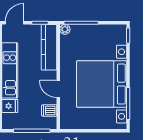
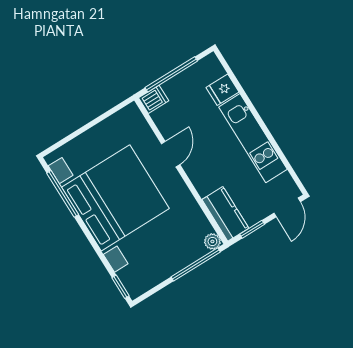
kitchen counter: (49, 47) -> (225, 214), width x0.67
door: (58, 89) -> (171, 154), hinge flipped
dishwasher: (49, 110) -> (154, 99), moved

